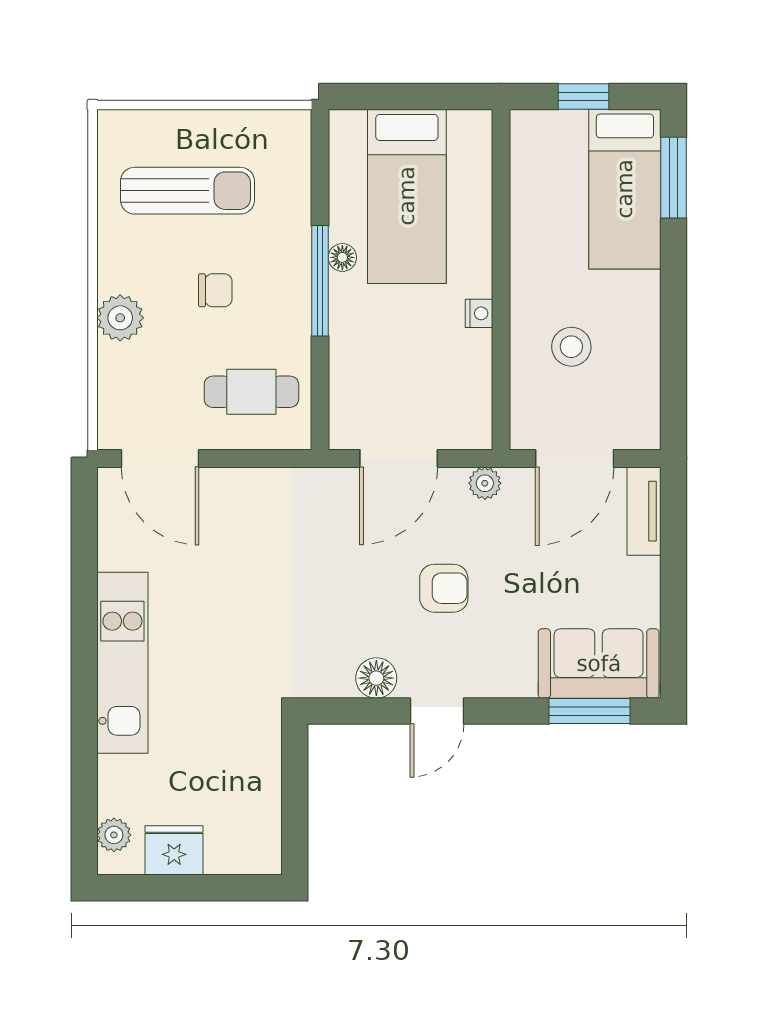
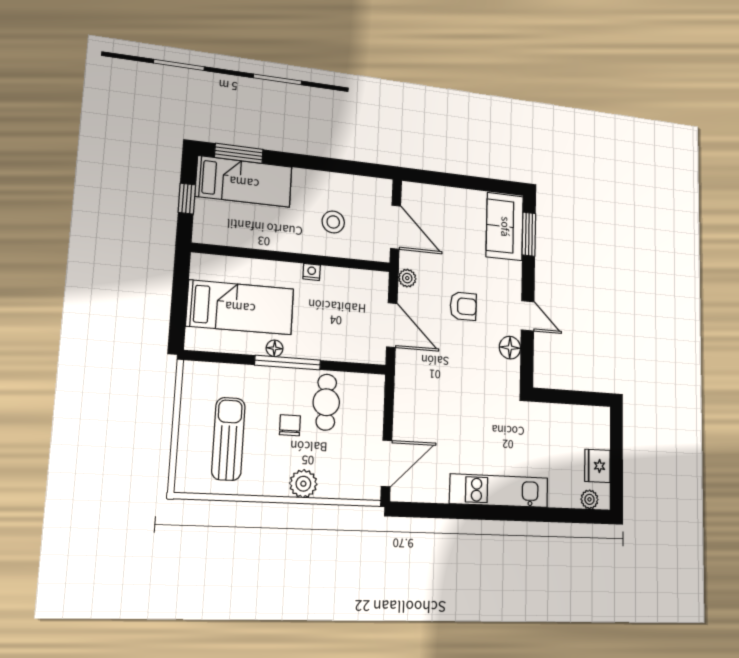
cafe table: (251, 392) -> (326, 402), moved
tv unit: (644, 511) -> (425, 193), removed
armchair: (444, 588) -> (463, 306), turned 90

